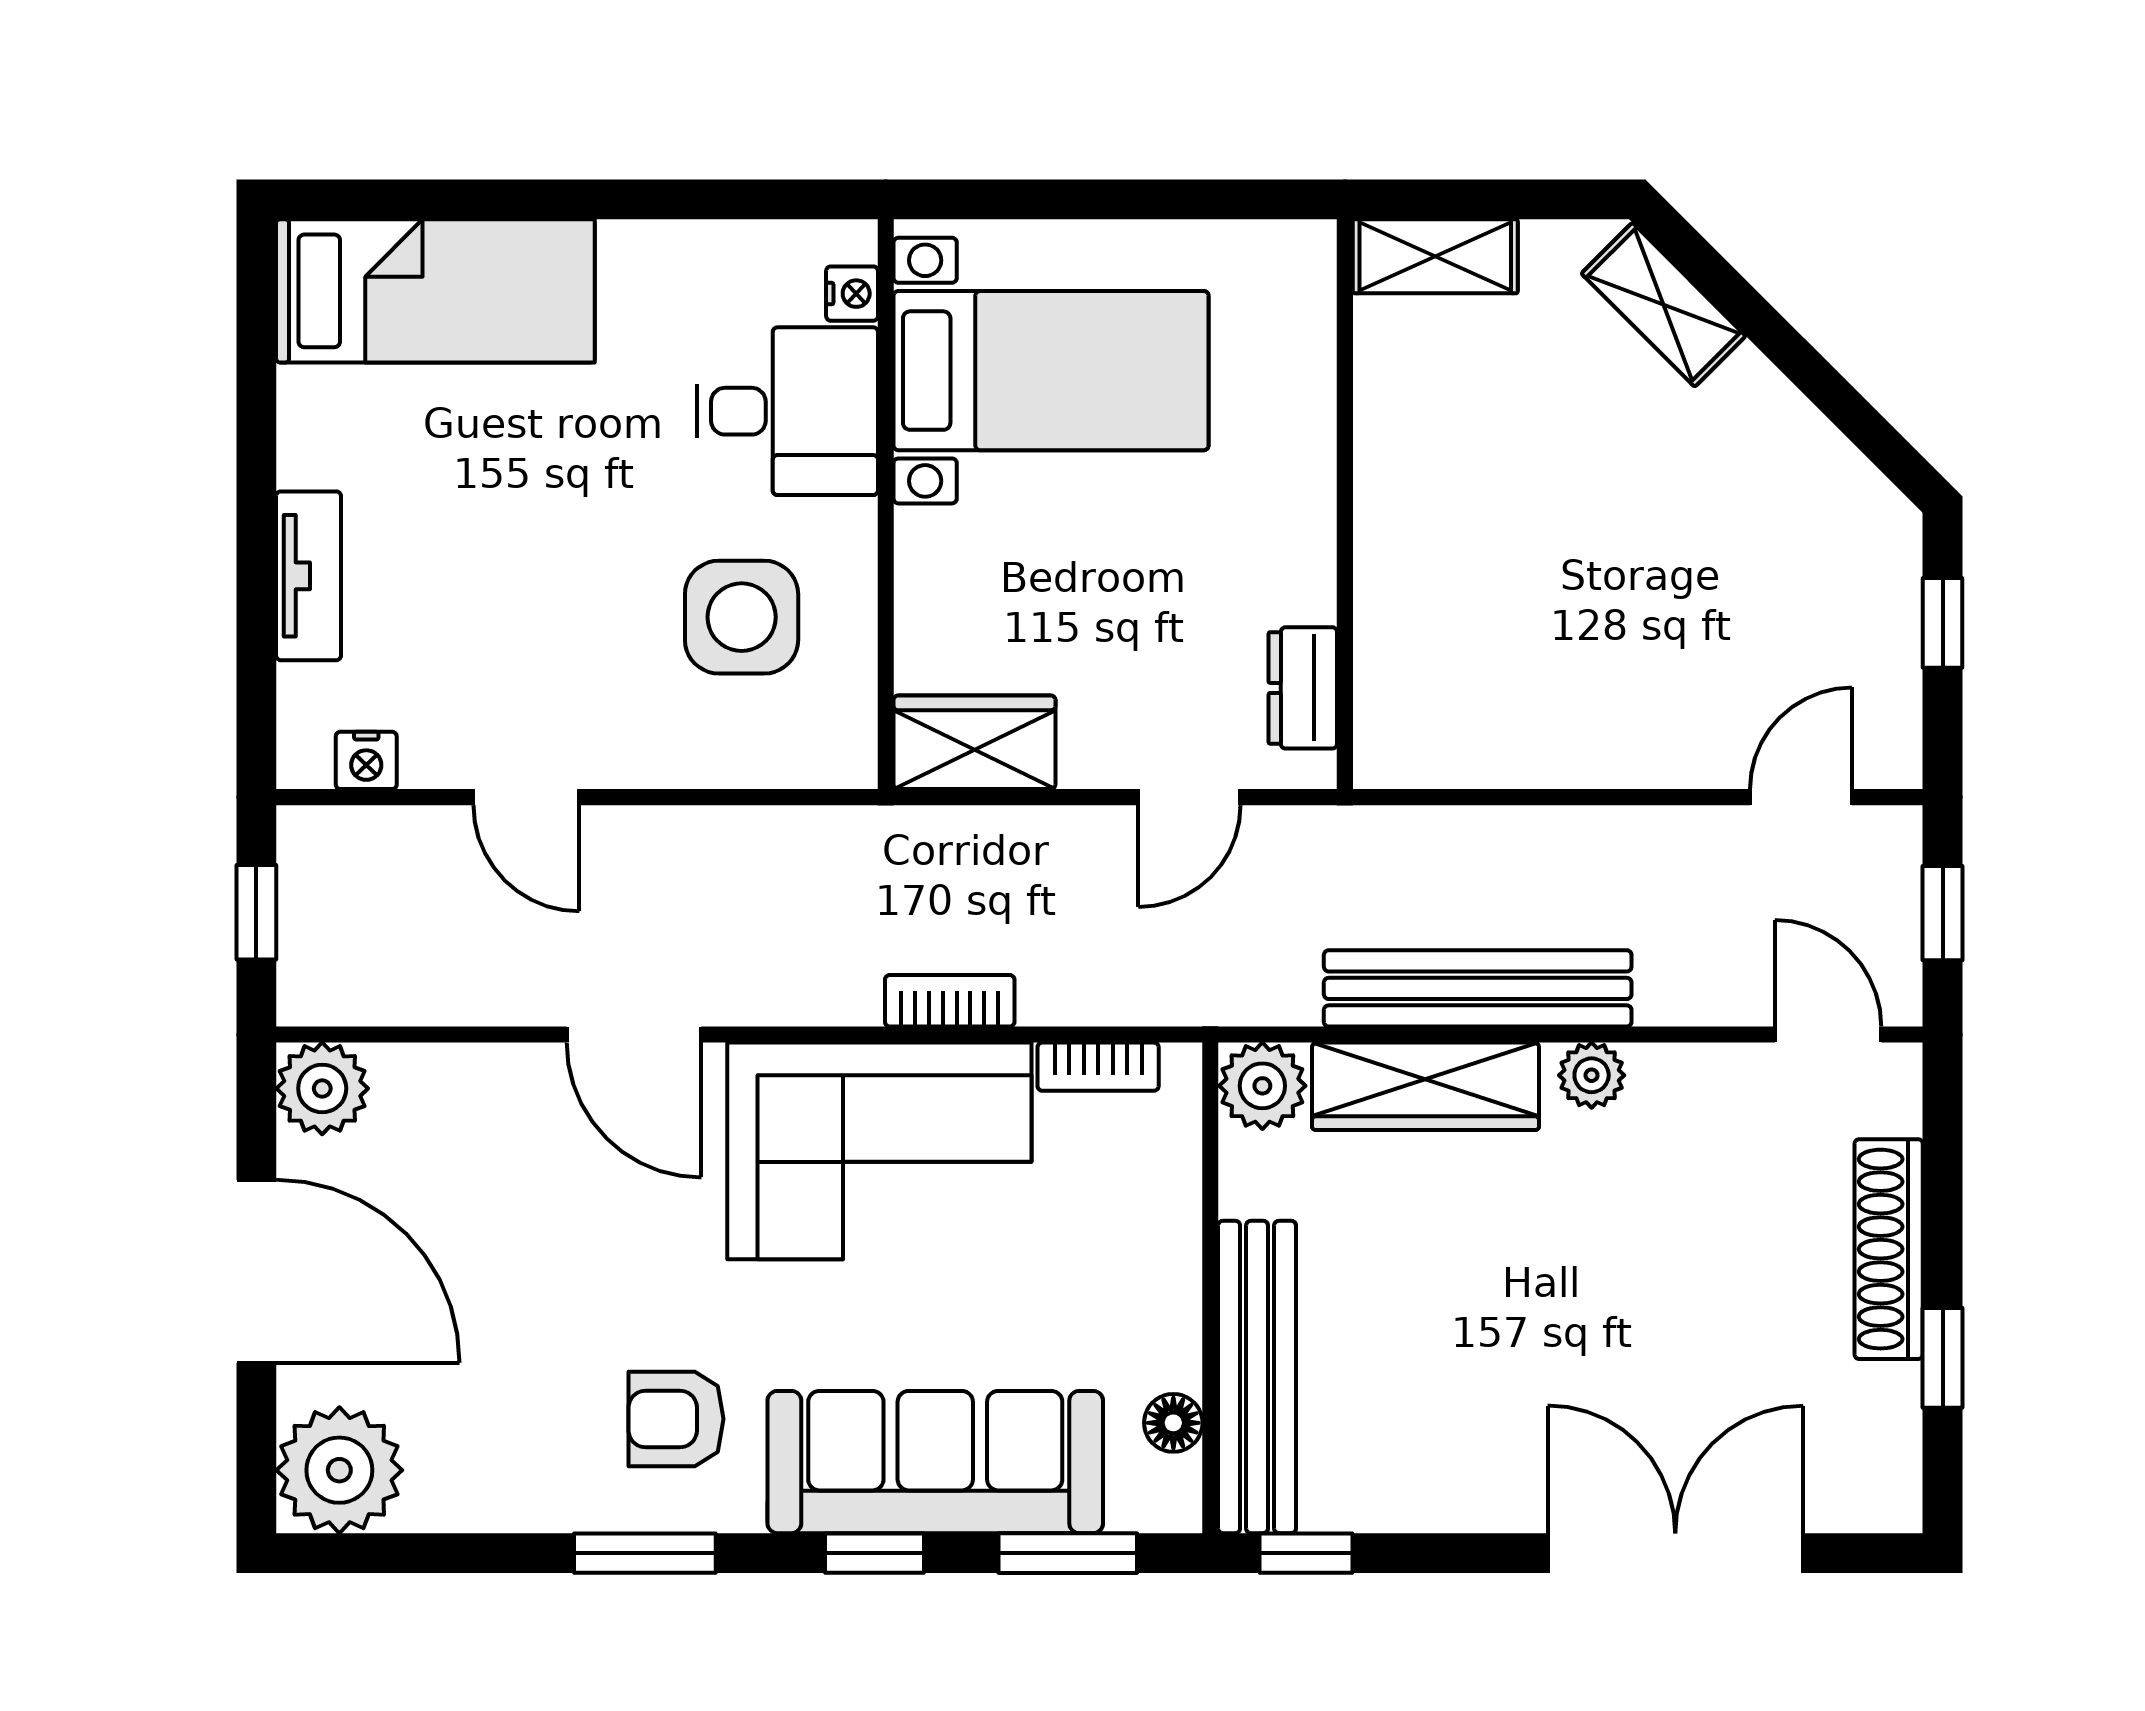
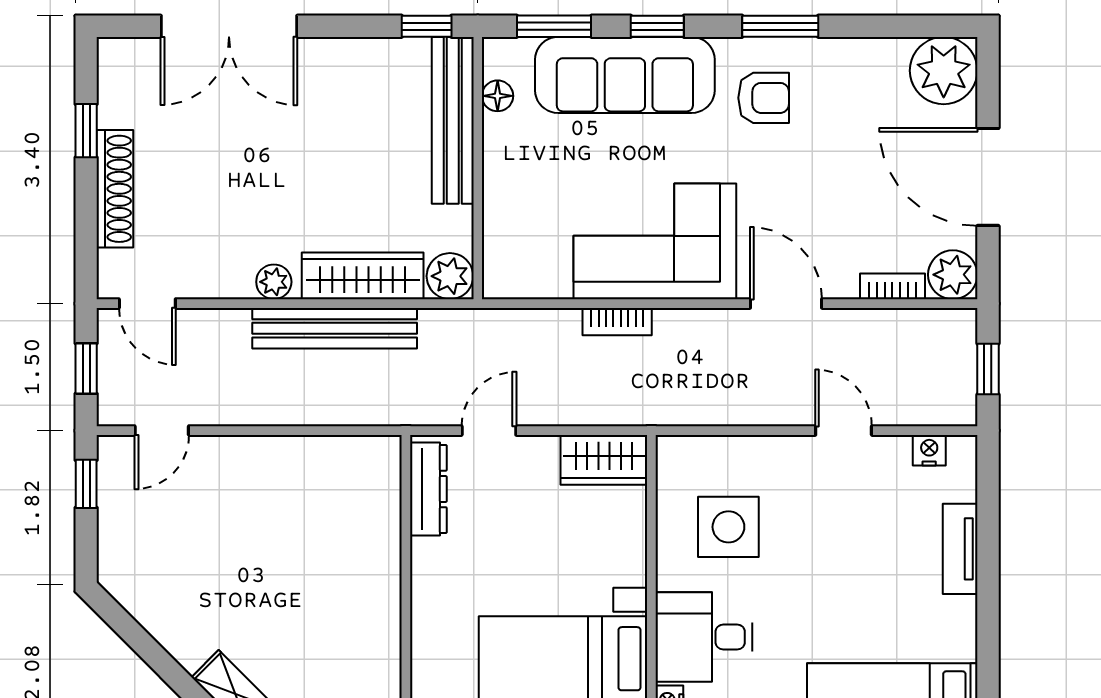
window: (1943, 623) -> (86, 484), moved
dresser: (1303, 688) -> (428, 489), width x1.44
bookcase: (1098, 1067) -> (892, 286), moved

